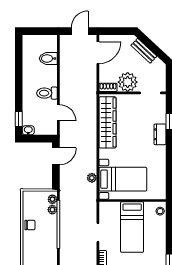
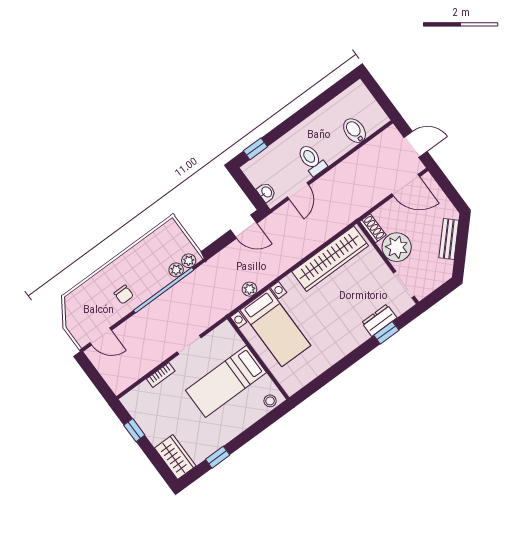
washbasin: (28, 130) -> (266, 192), moved
dresser: (160, 134) -> (379, 320), moved
chair: (30, 225) -> (124, 295), moved

